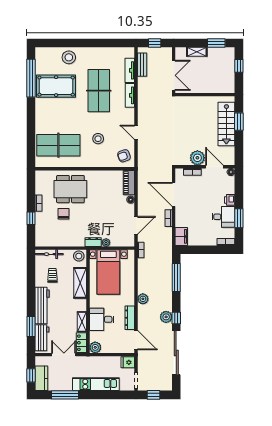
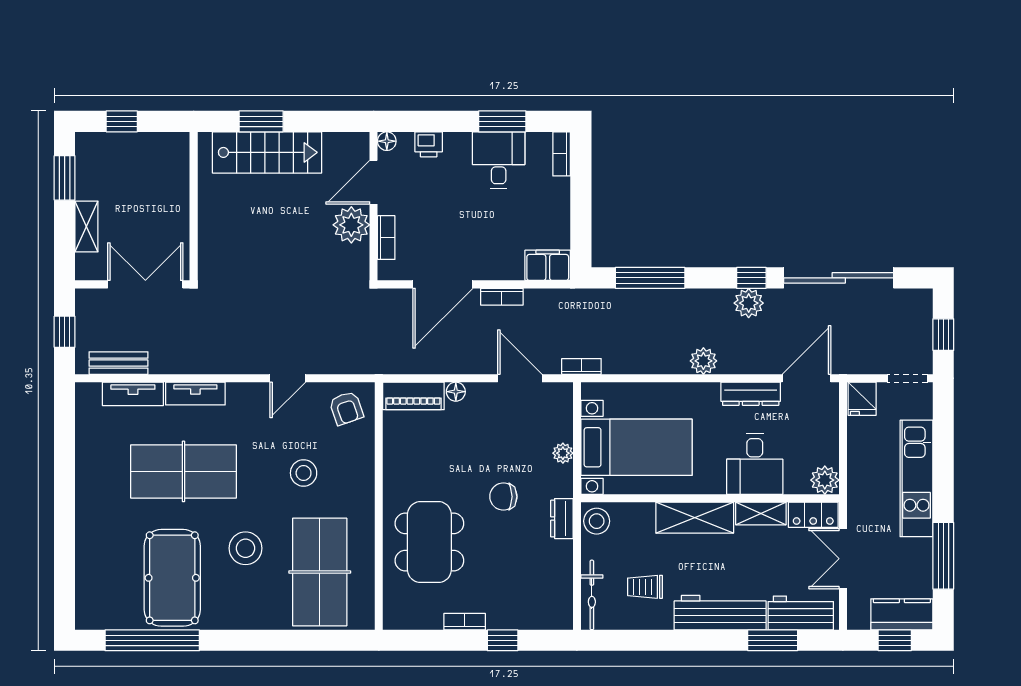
stool: (69, 57) -> (246, 548), moved
printer: (230, 200) -> (429, 144), moved
chair: (63, 214) -> (503, 497), moved
dresser: (93, 242) -> (562, 519), moved
shelving: (80, 283) -> (695, 518), moved

